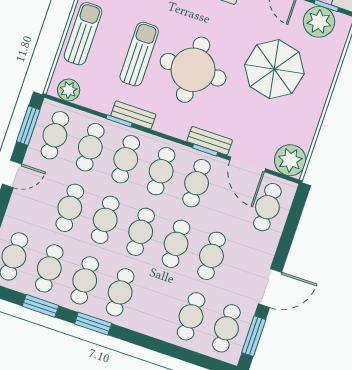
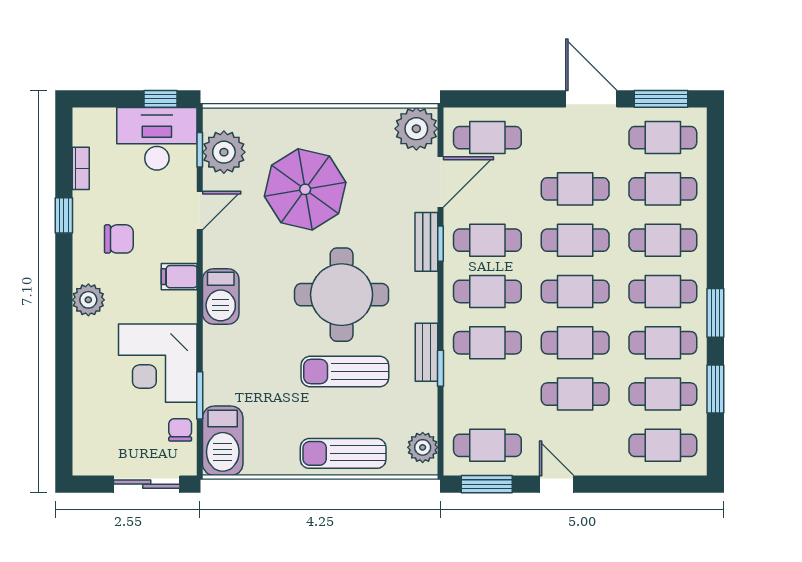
cafe table: (90, 147) -> (663, 240), moved

